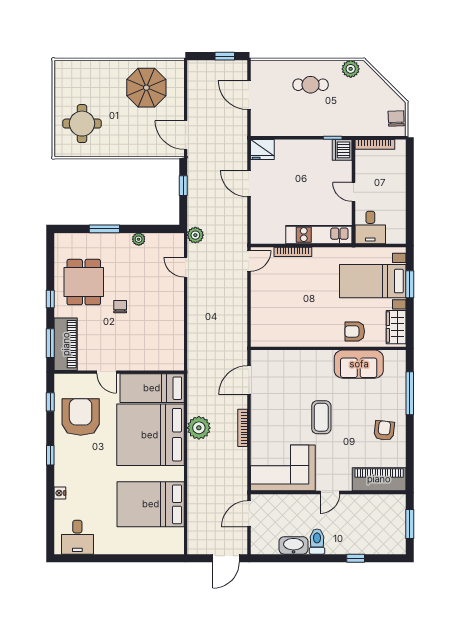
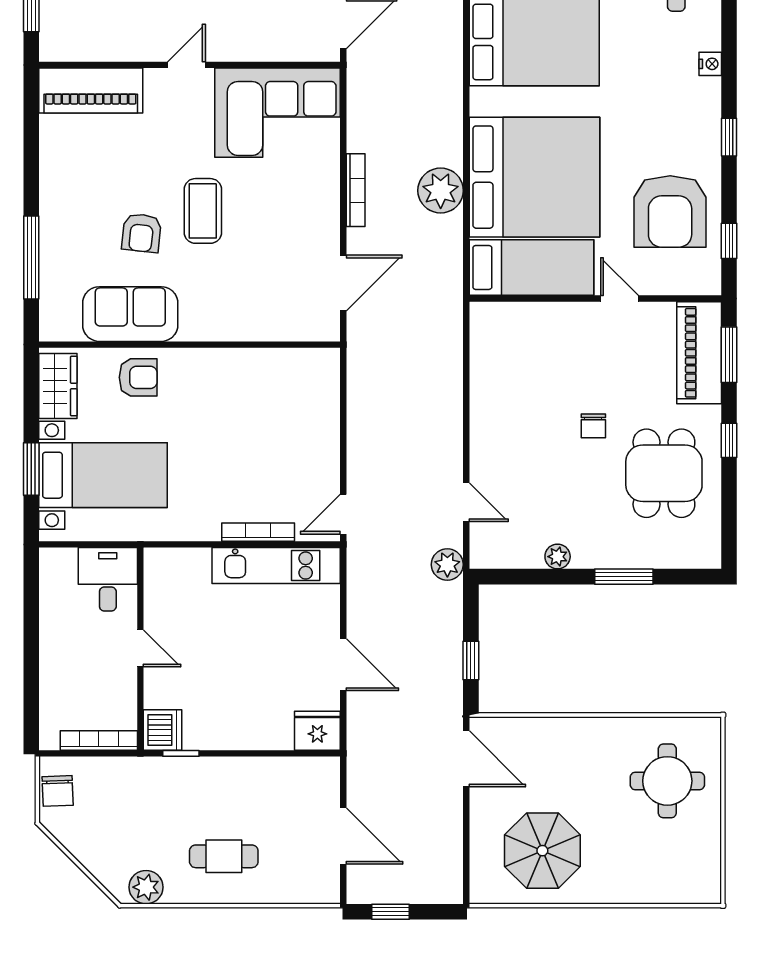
kitchen unit: (319, 235) -> (276, 566), moved
armchair: (384, 431) -> (141, 233), moved

